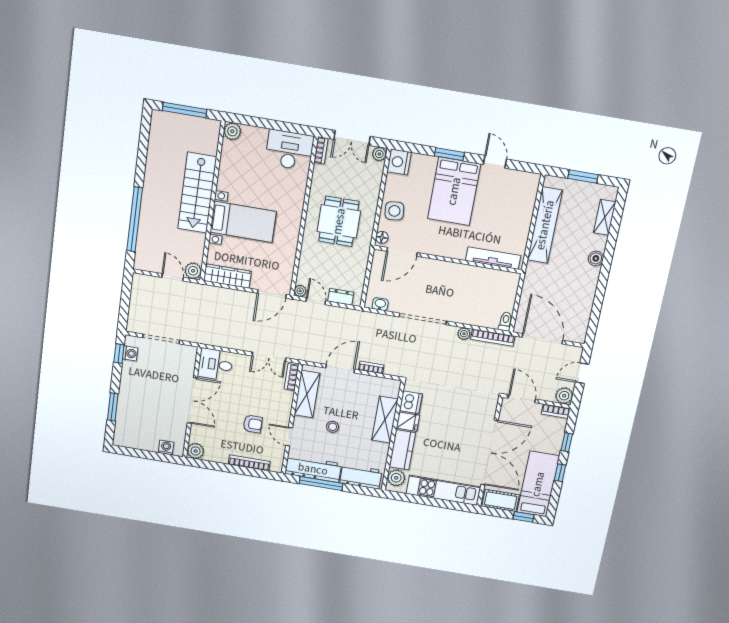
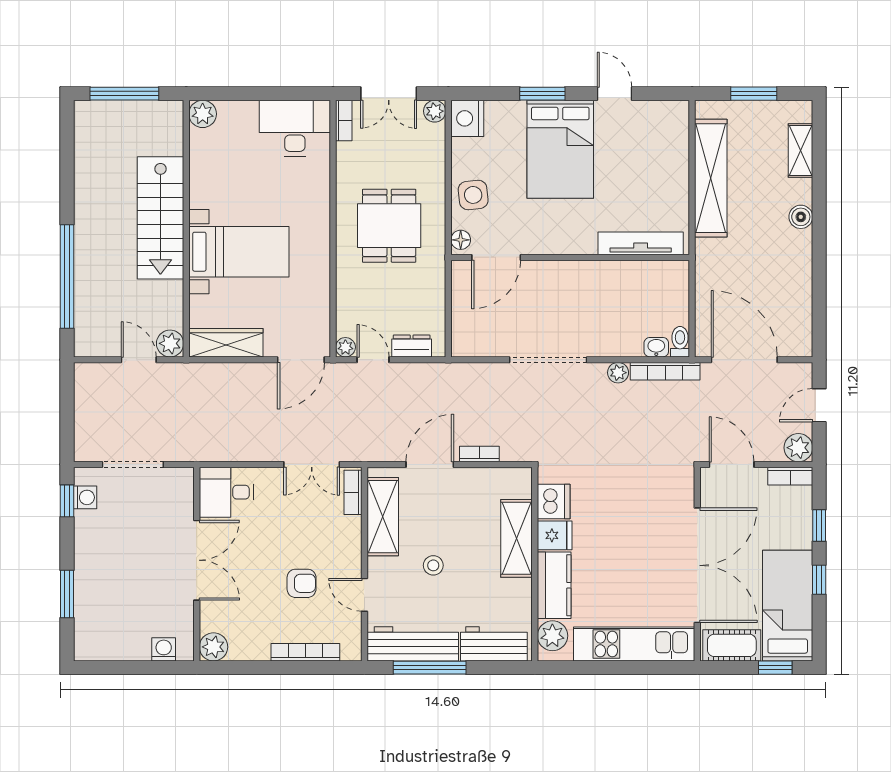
washbasin: (380, 304) -> (656, 347), moved

